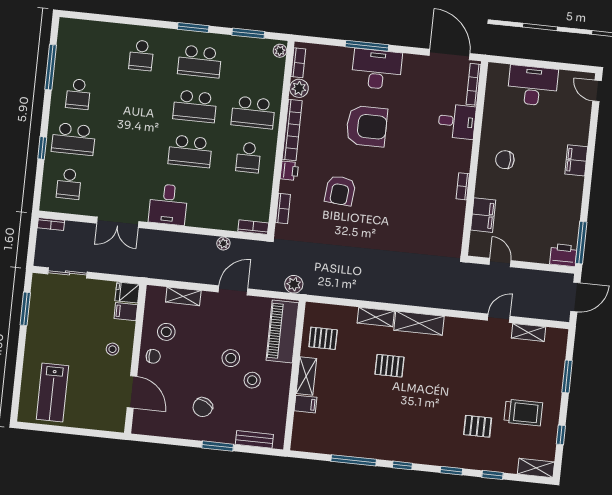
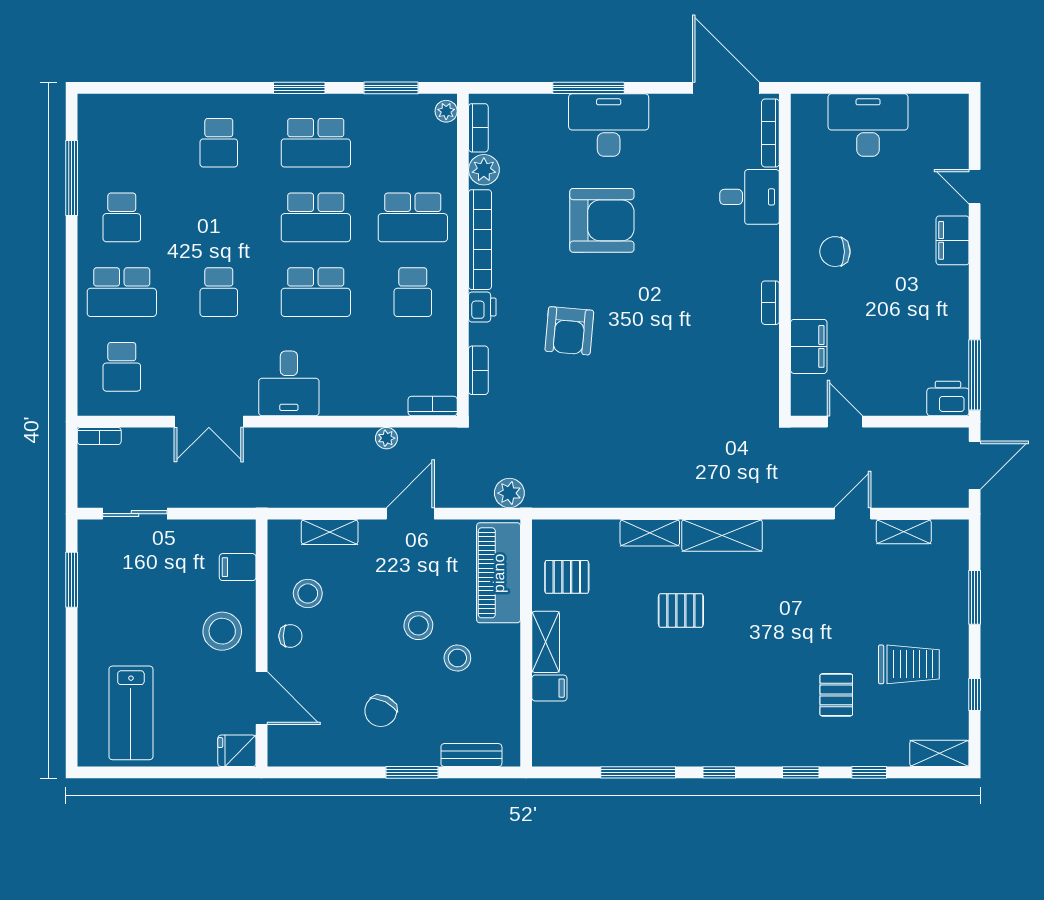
door: (597, 91) -> (975, 187), moved
school desk: (132, 145) -> (219, 292), added
window: (42, 148) -> (72, 312), removed
fridge: (127, 292) -> (237, 751), moved
stool: (112, 349) -> (222, 631), width x1.89, depth x1.89
pallet: (478, 426) -> (836, 695), turned 90

